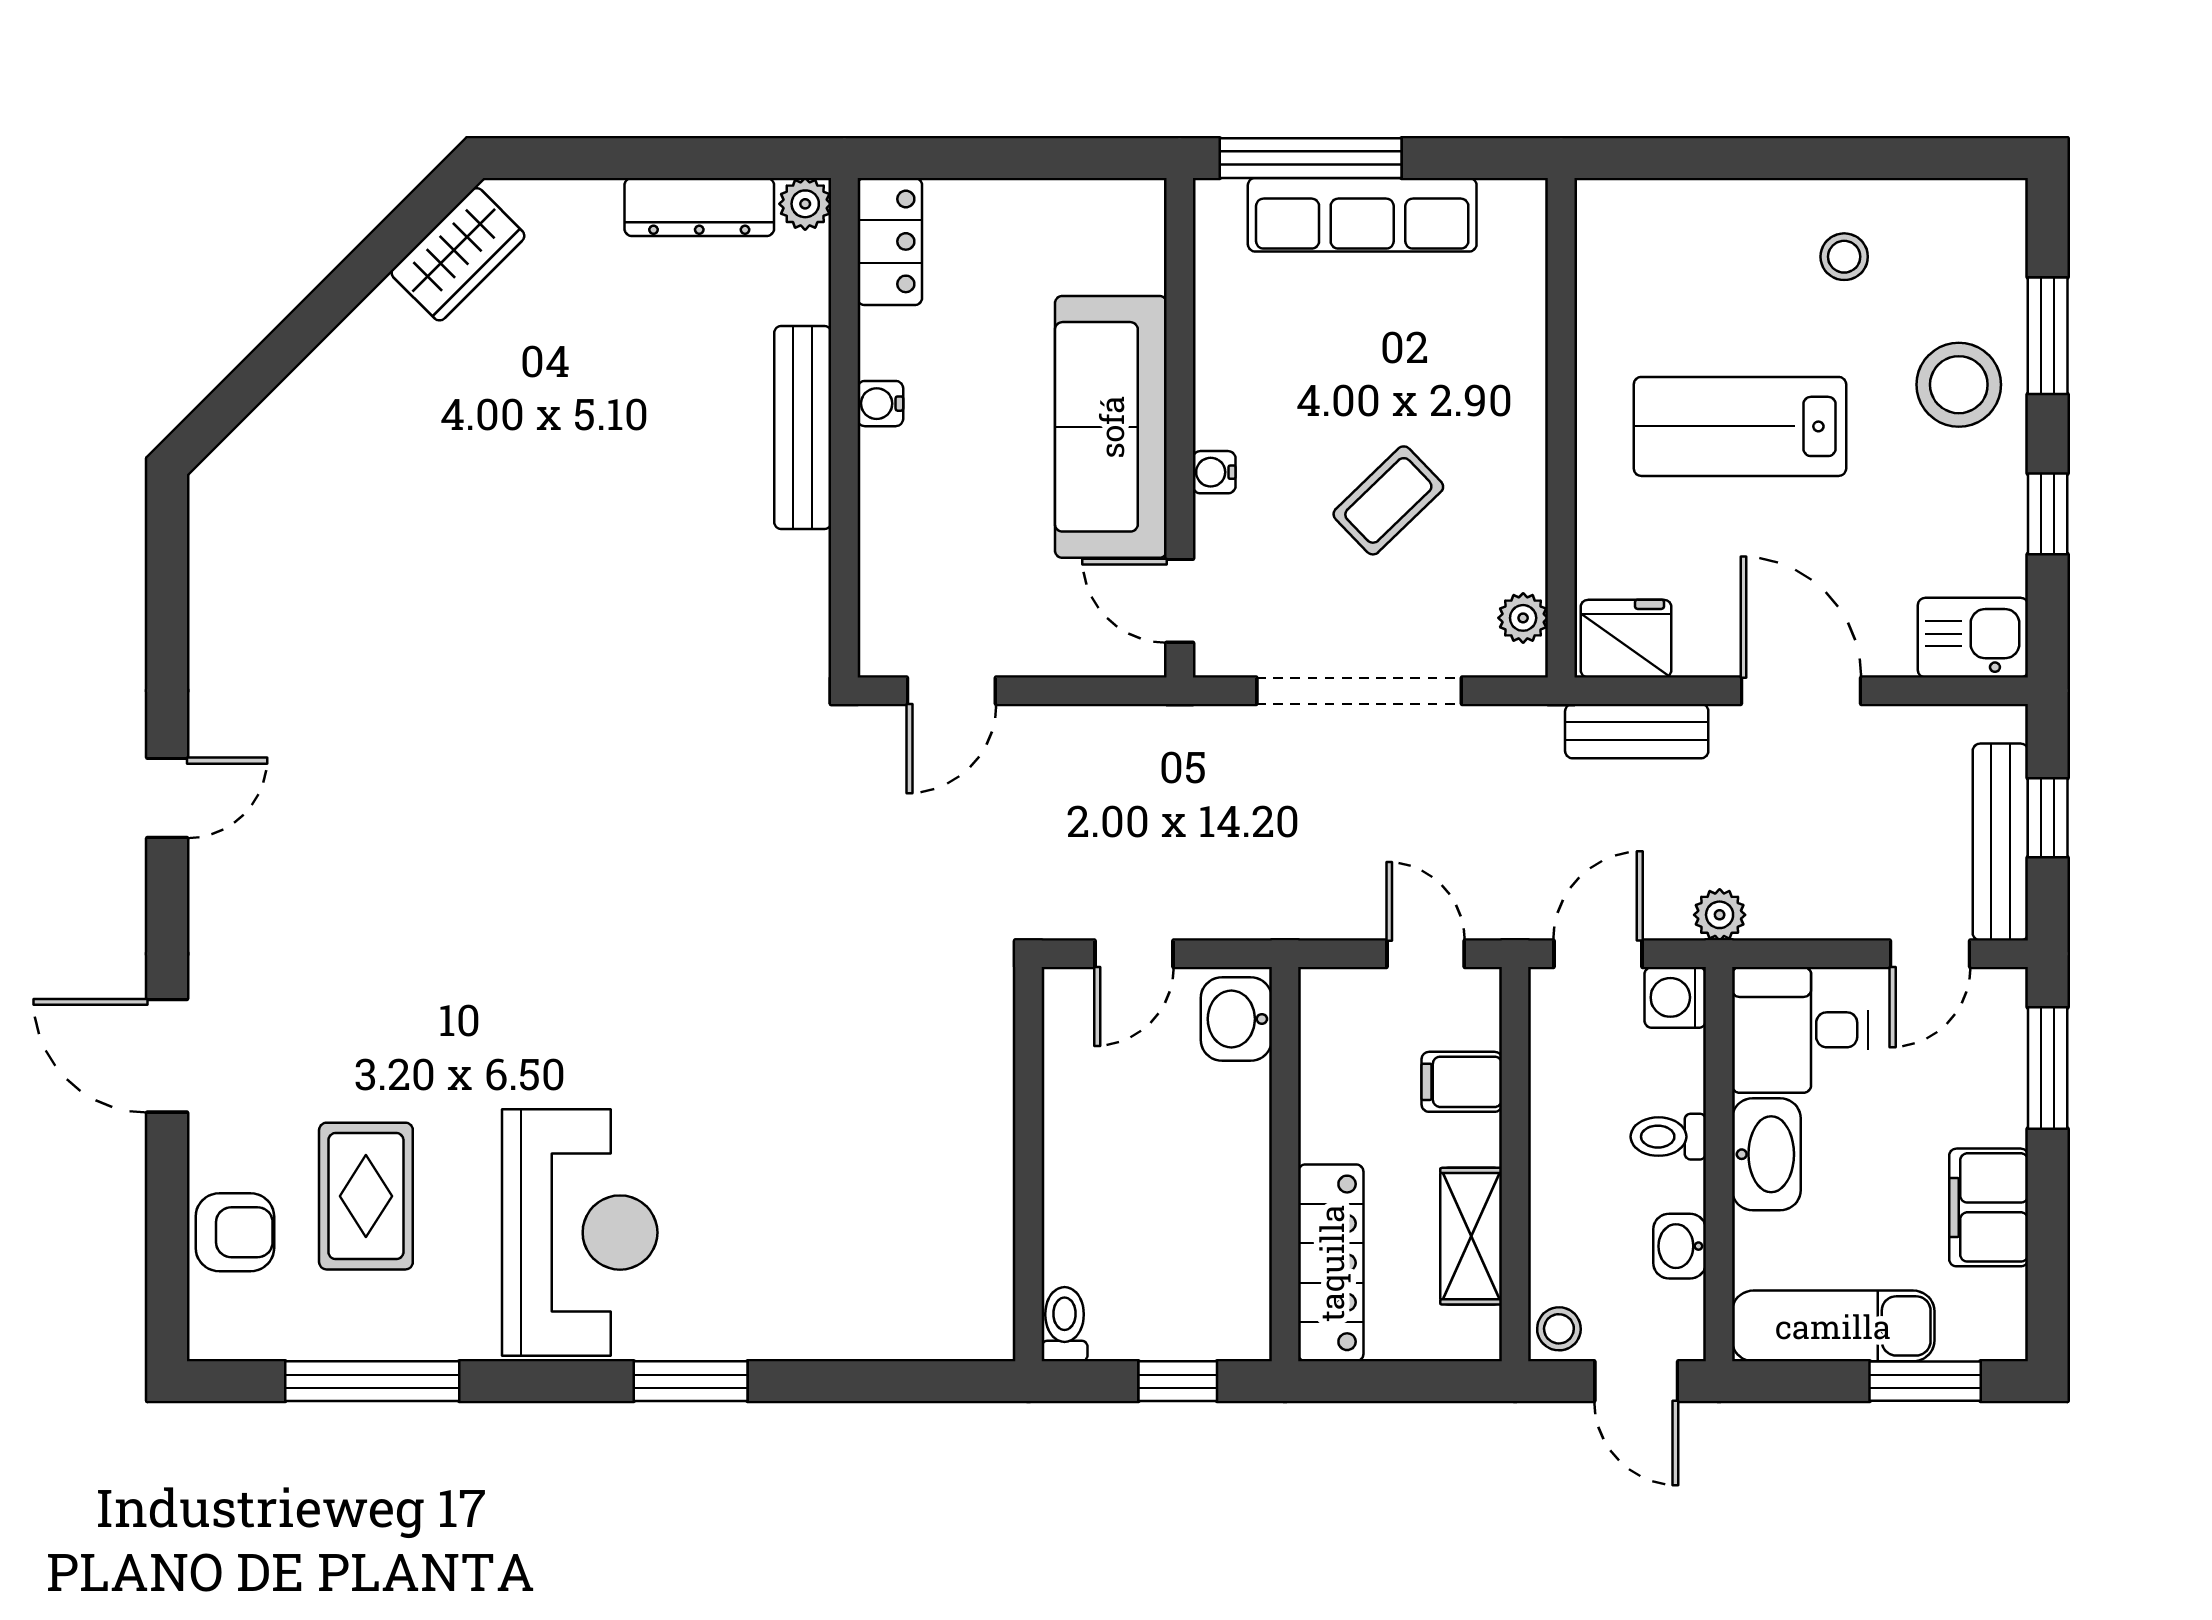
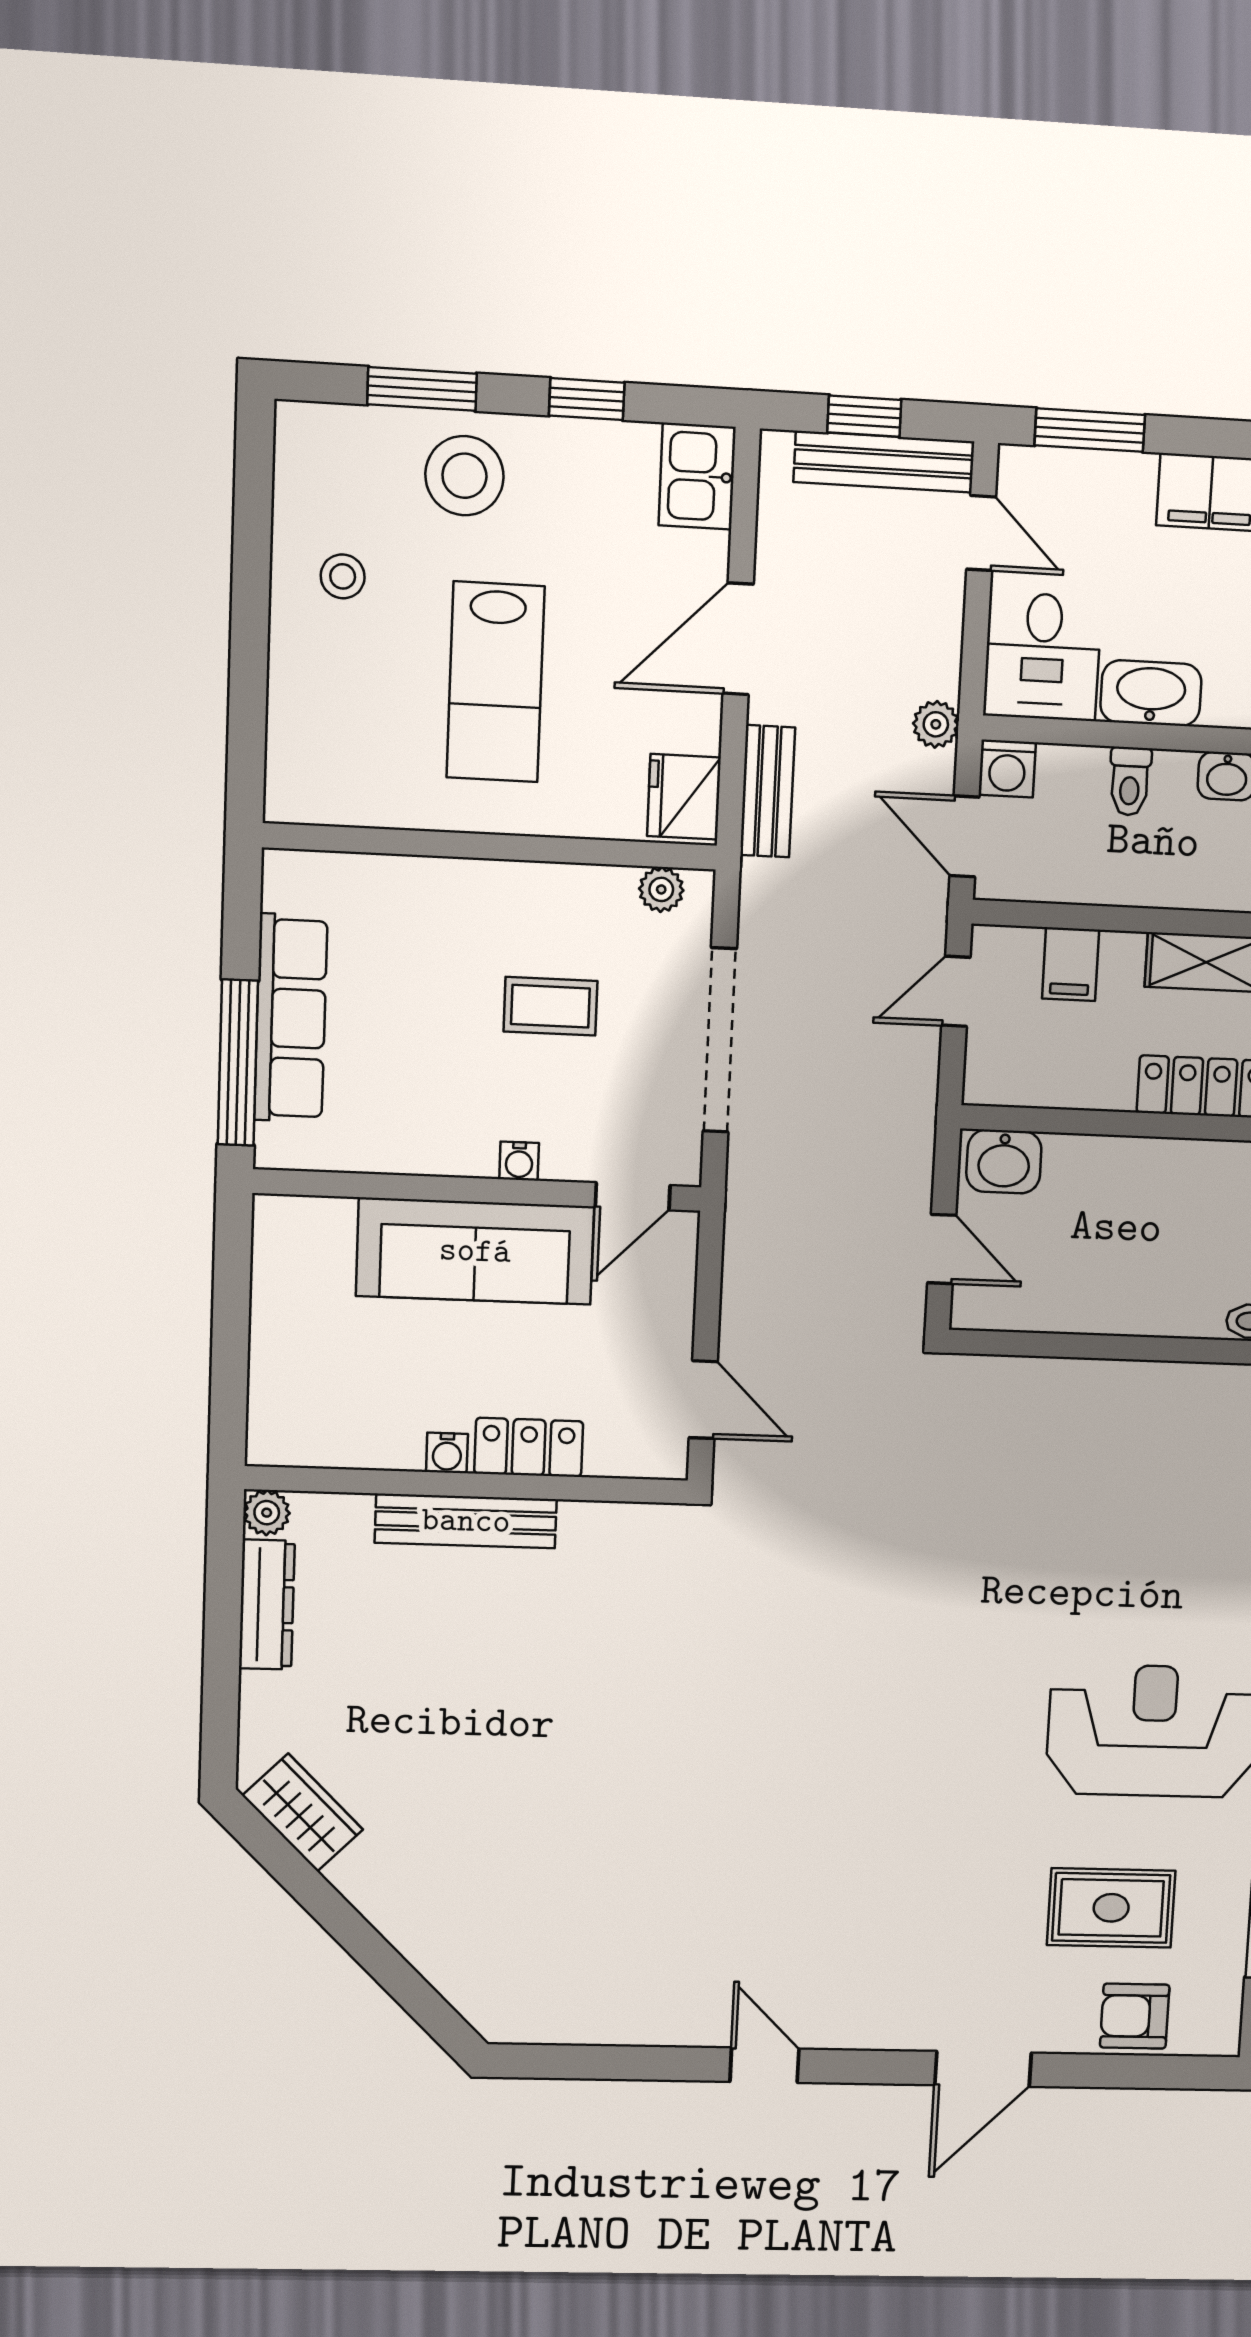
locker: (890, 241) -> (529, 1447), moved
coffee table: (1388, 500) -> (550, 1006), turned -46
armchair: (235, 1232) -> (1135, 2016), turned -90

